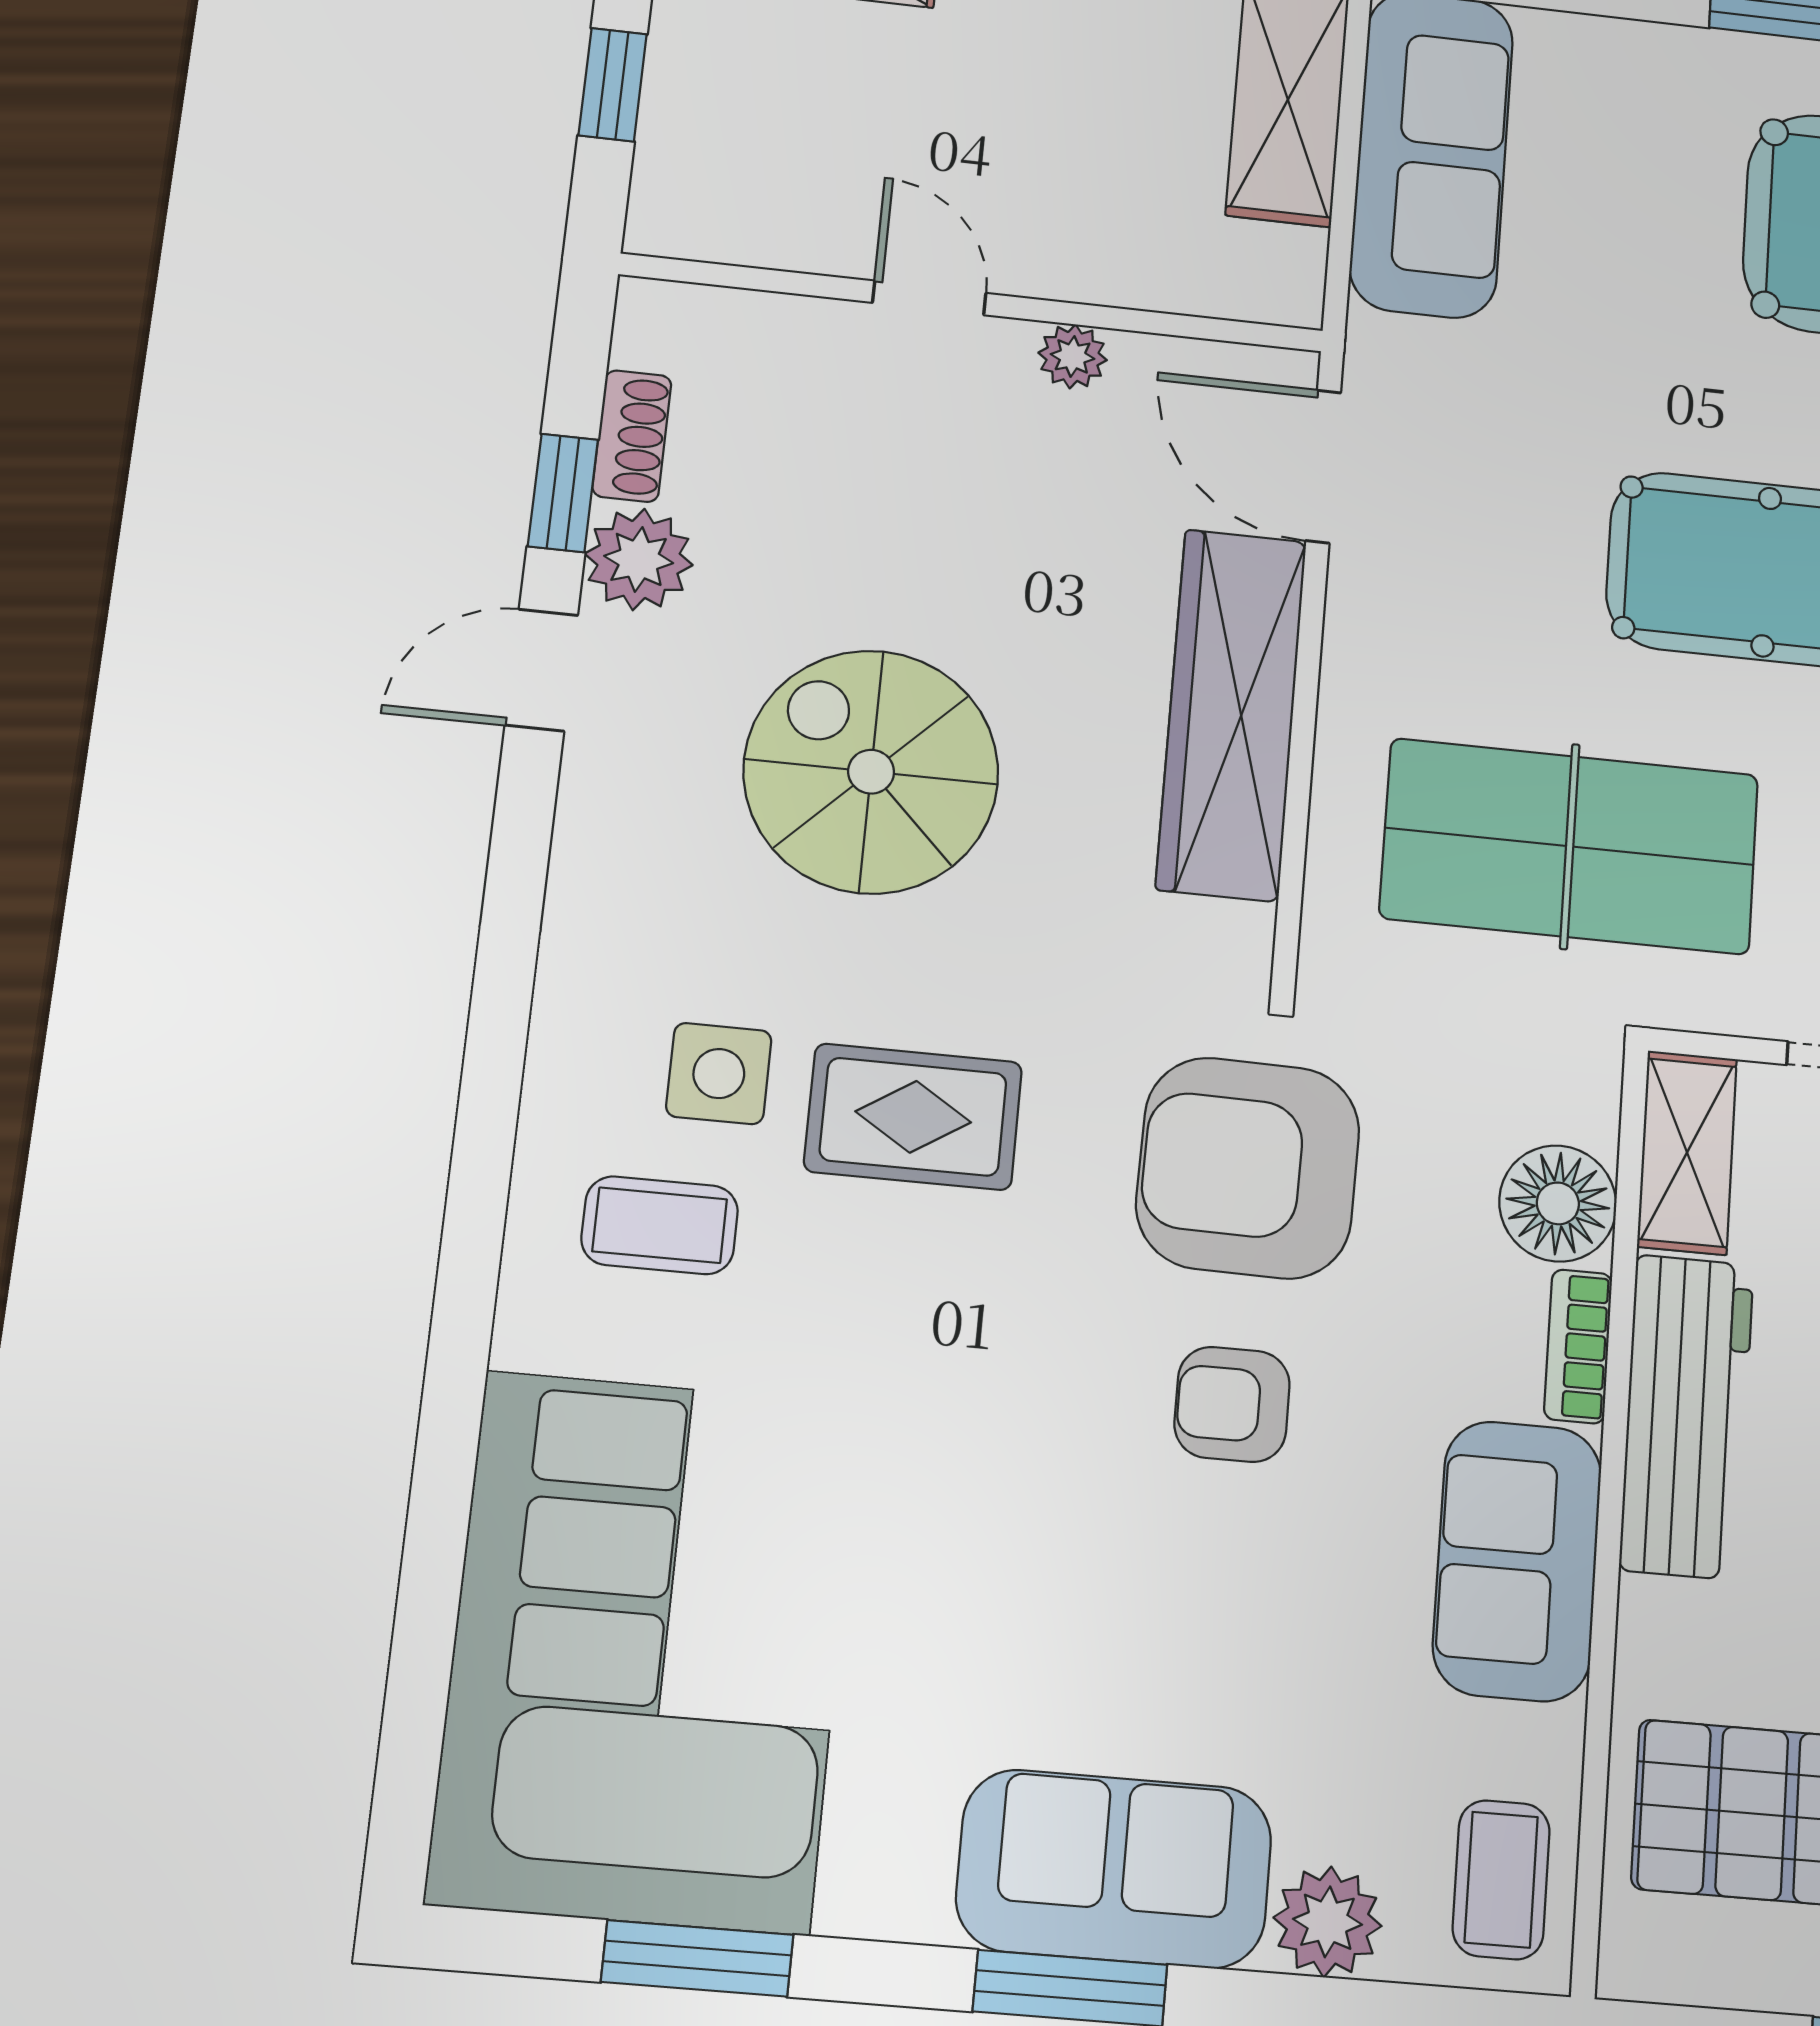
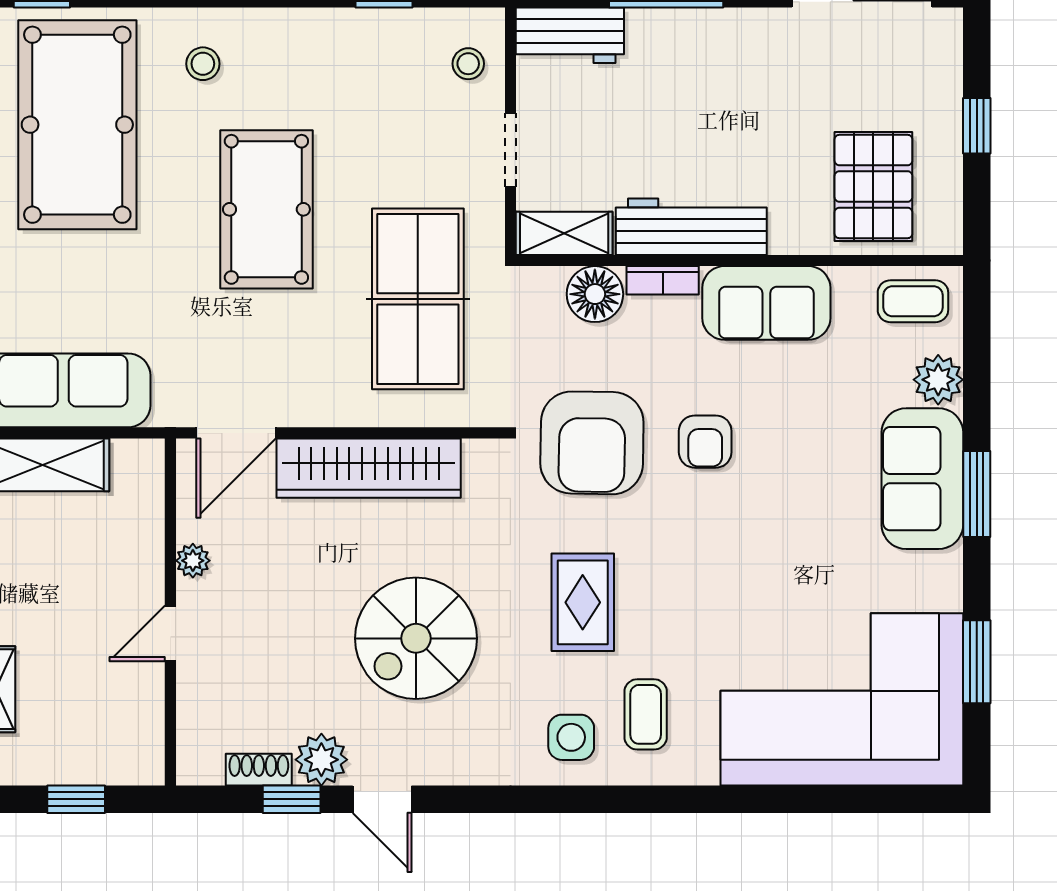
side table: (719, 1074) -> (571, 737), moved

